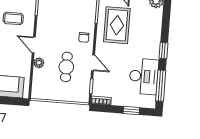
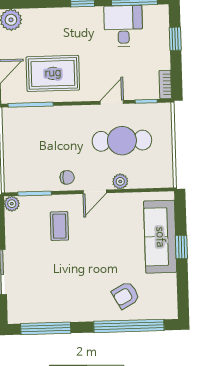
chair: (84, 37) -> (67, 177), moved
cafe table: (66, 67) -> (122, 141), width x1.37, depth x1.35
desk: (144, 76) -> (123, 26), width x0.73

